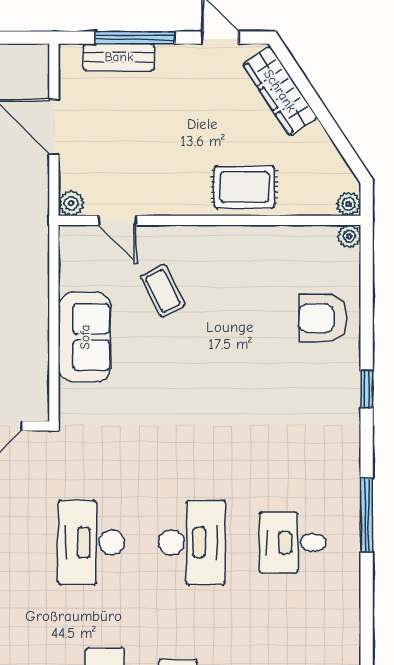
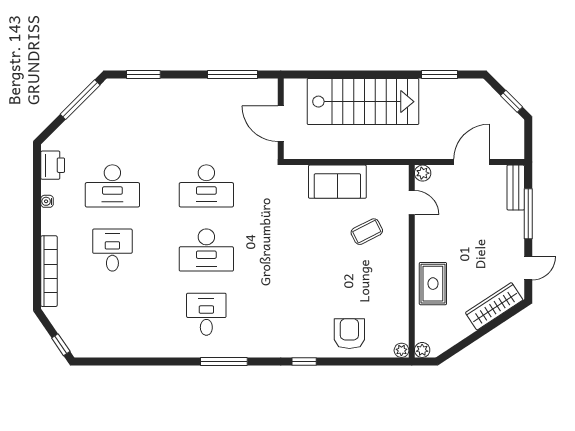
bench: (119, 57) -> (516, 188), moved
door: (117, 220) -> (412, 203), swing flipped
desk: (91, 543) -> (206, 186), turned 180

